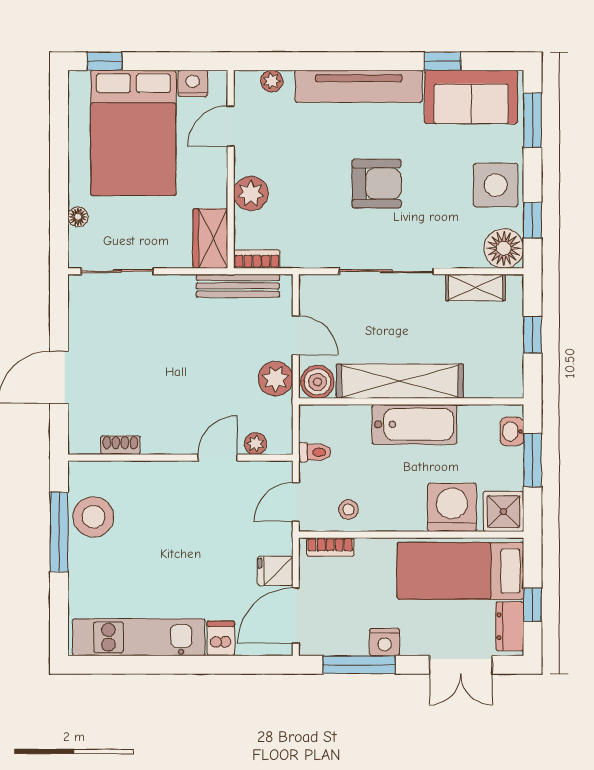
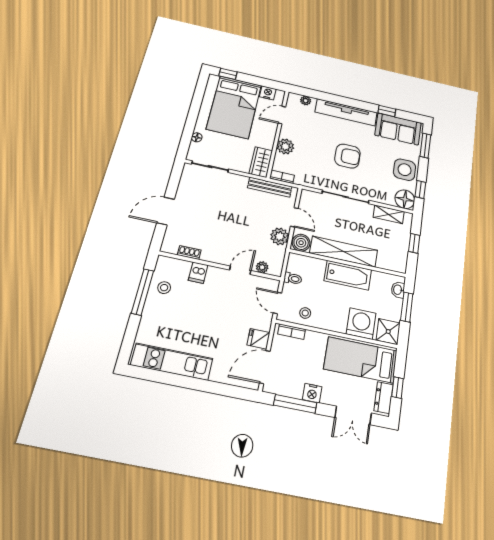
door: (296, 502) -> (277, 303), hinge flipped
stool: (93, 517) -> (164, 288), width x0.53, depth x0.53
dishwasher: (221, 638) -> (198, 273), moved, turned 180

